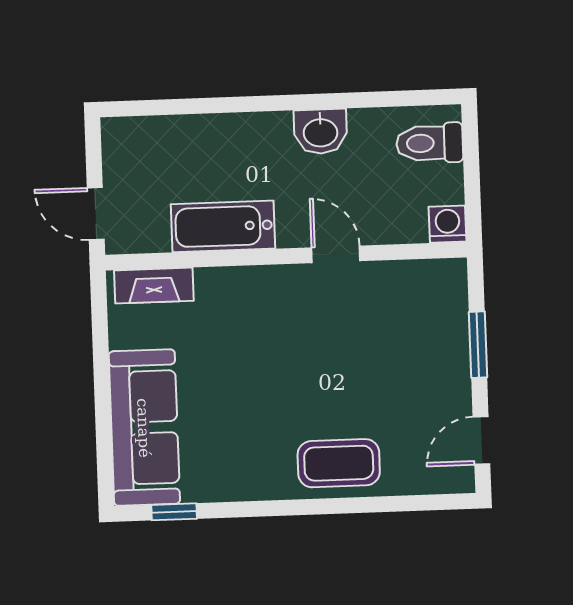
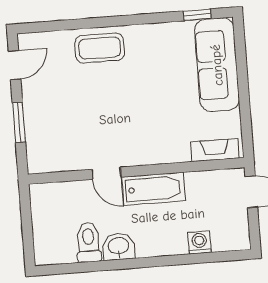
toilet: (430, 143) -> (88, 242), moved, turned -90
washing machine: (448, 224) -> (199, 243), moved, turned 180
bathtub: (223, 226) -> (154, 189), moved

